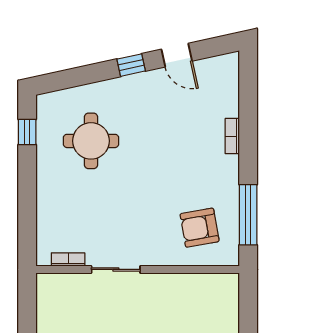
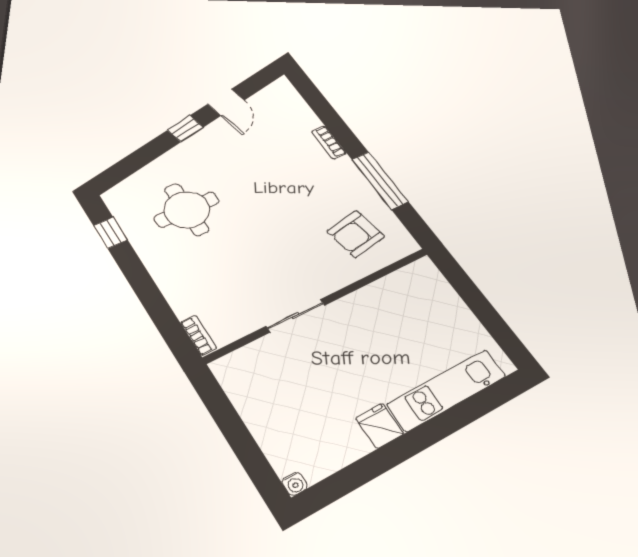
door: (177, 55) -> (226, 102), hinge flipped
window: (248, 215) -> (380, 180), moved
bookcase: (68, 259) -> (198, 335), moved, turned 90

